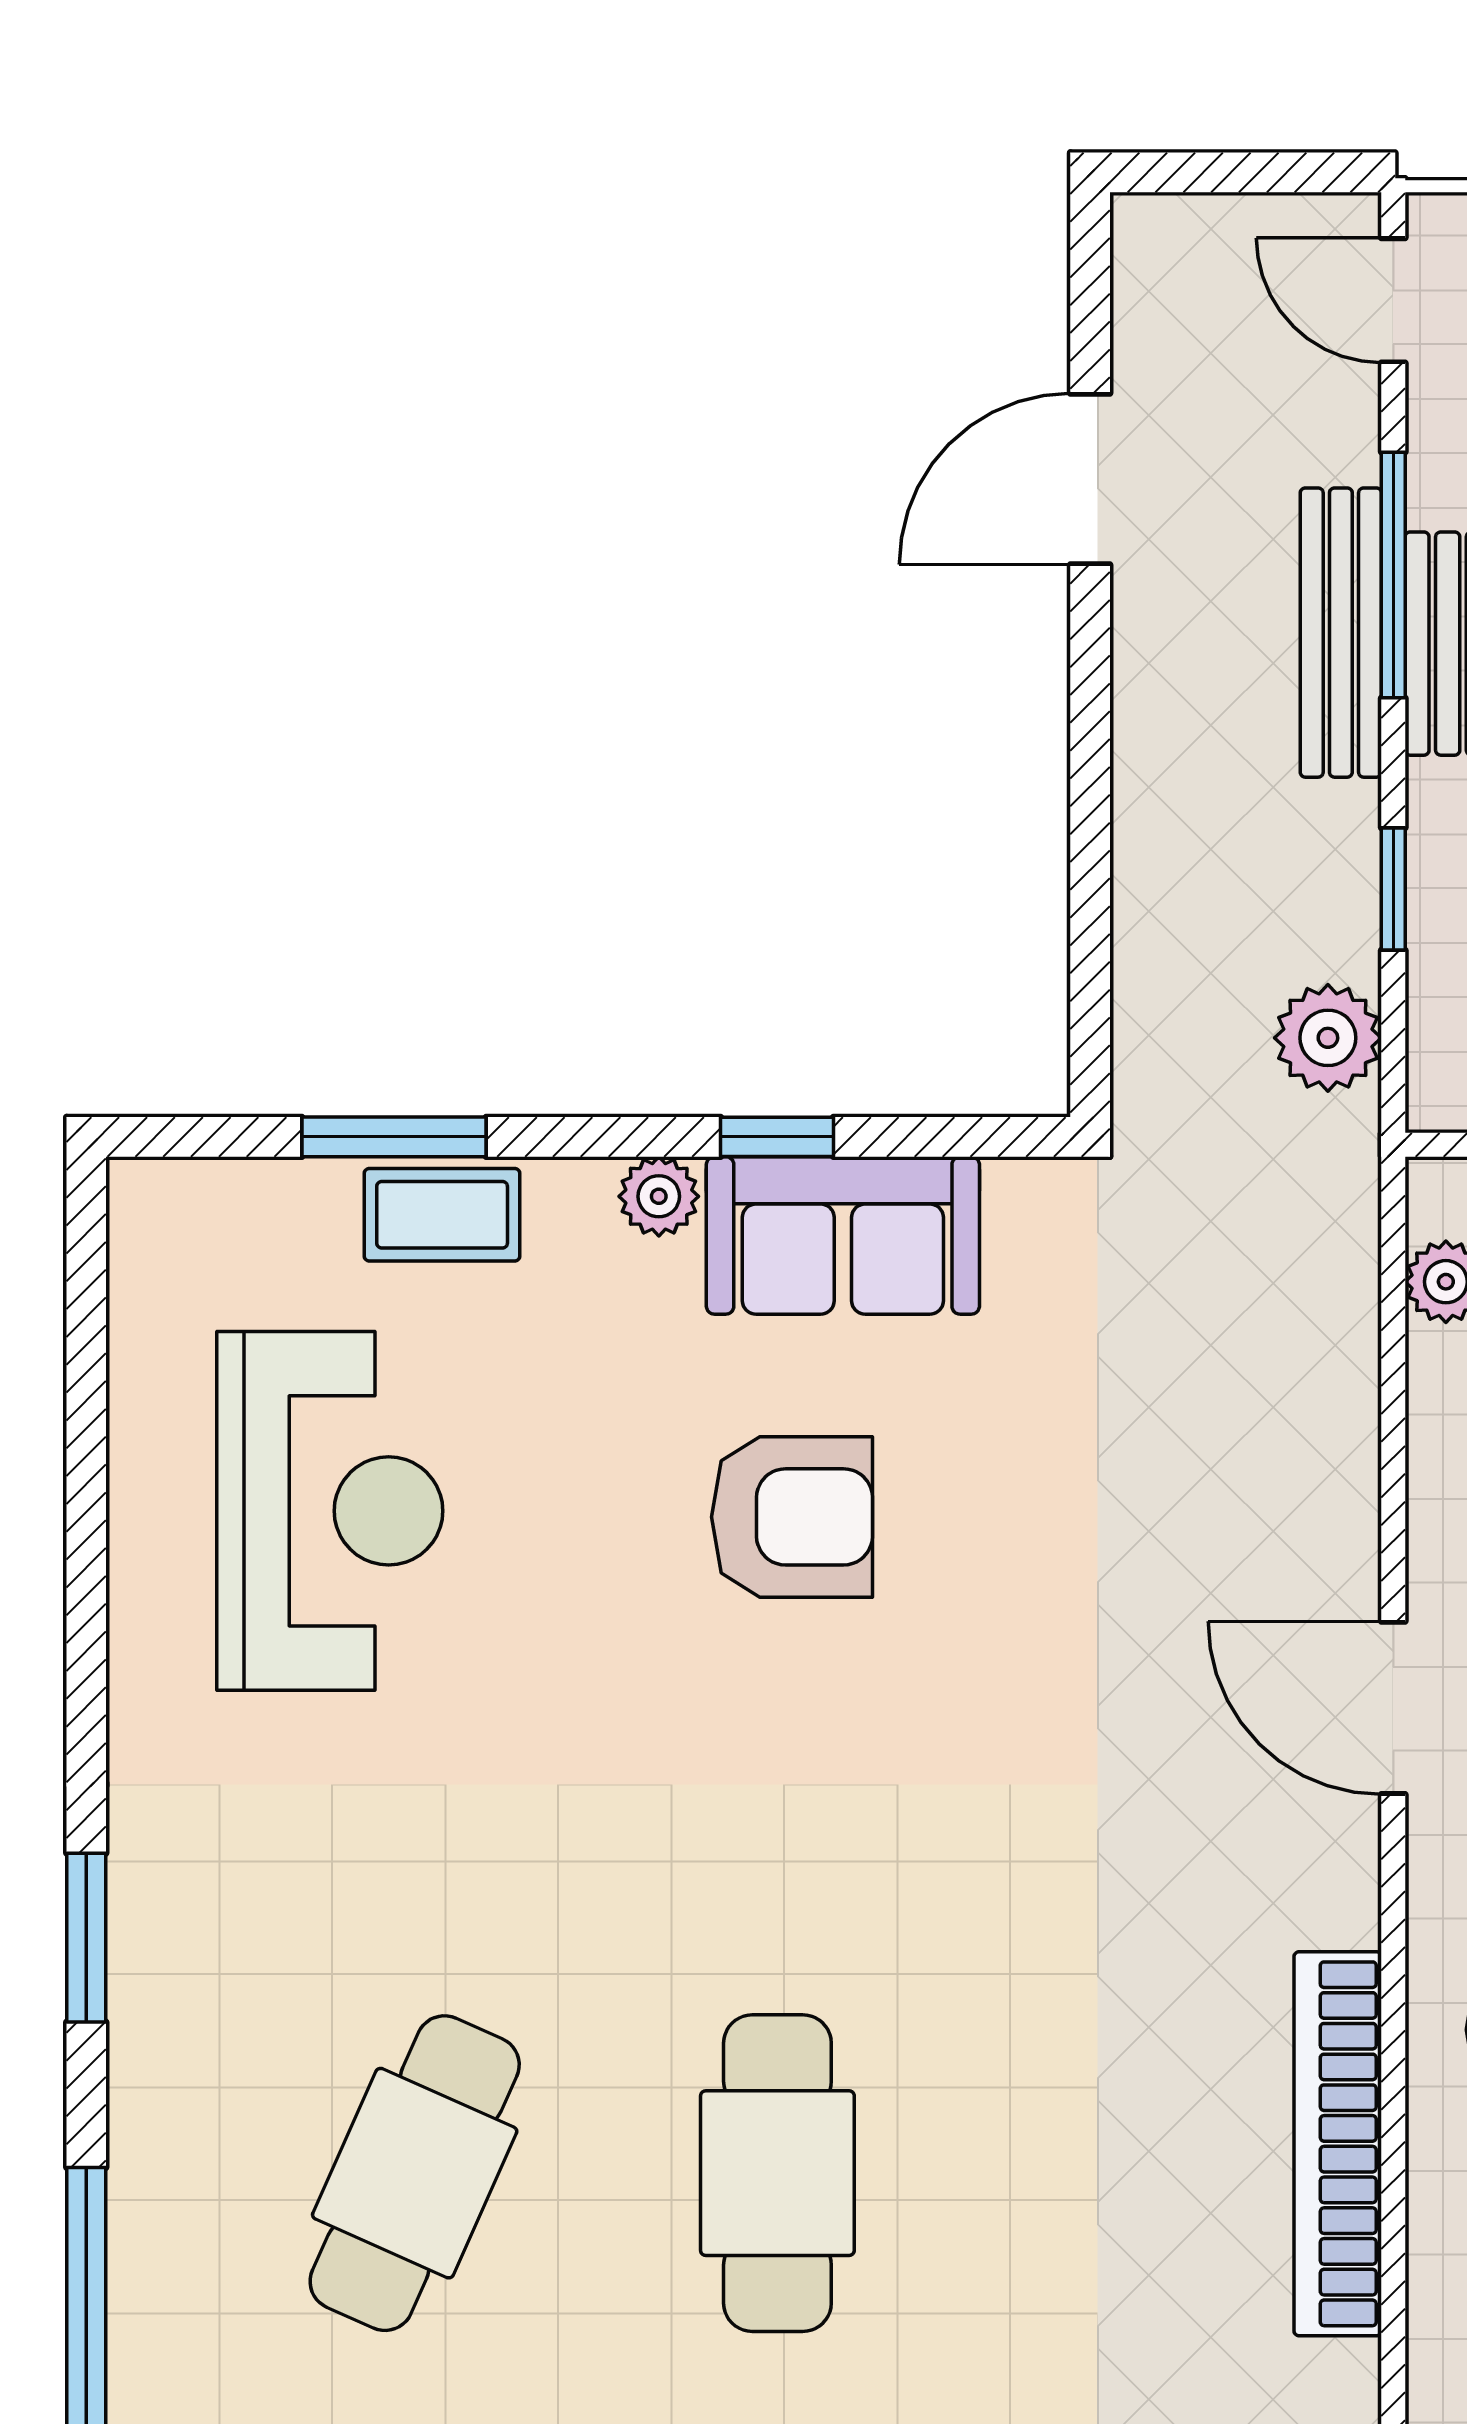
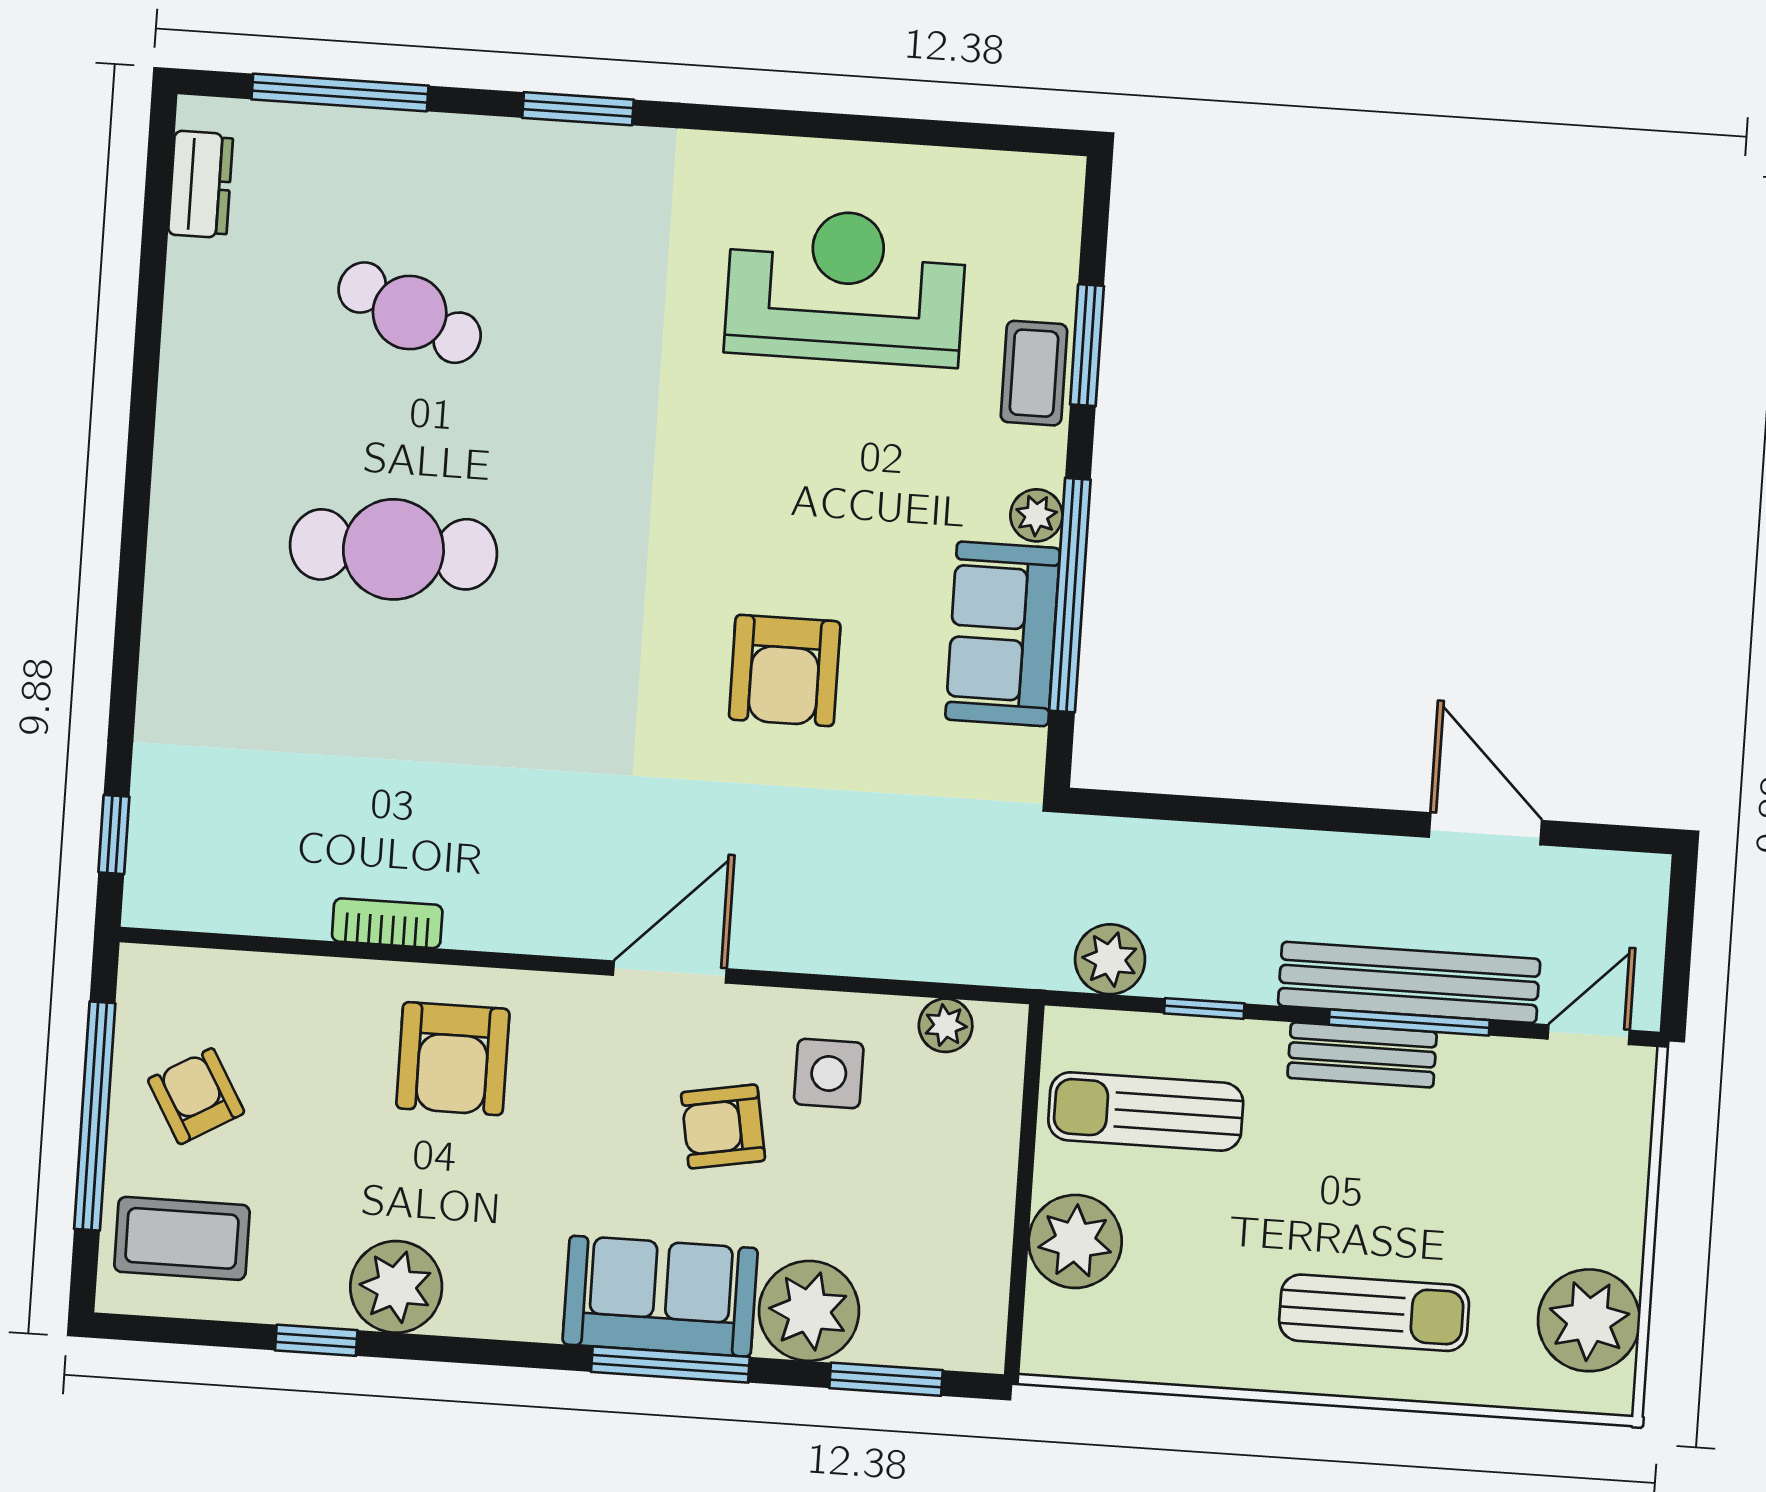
bench: (1341, 633) -> (1409, 982), width x1.37, depth x1.21
window: (777, 1137) -> (1070, 595), width x3.17
reception desk: (330, 1511) -> (846, 287), turned 180
armchair: (792, 1517) -> (785, 670), moved
bookcase: (1338, 2144) -> (387, 923), width x0.43, depth x0.76
cafe table: (415, 2173) -> (410, 313), width x0.73, depth x0.74

